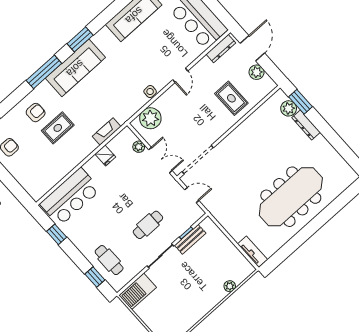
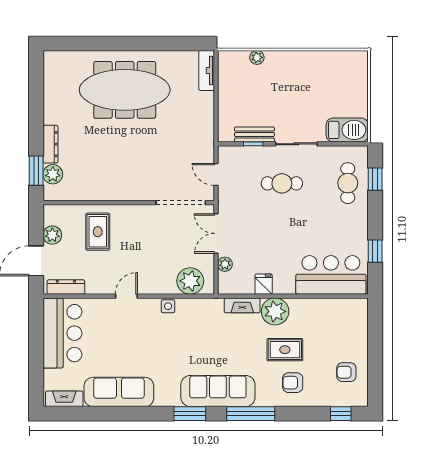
plant: (84, 145) -> (275, 311), added

